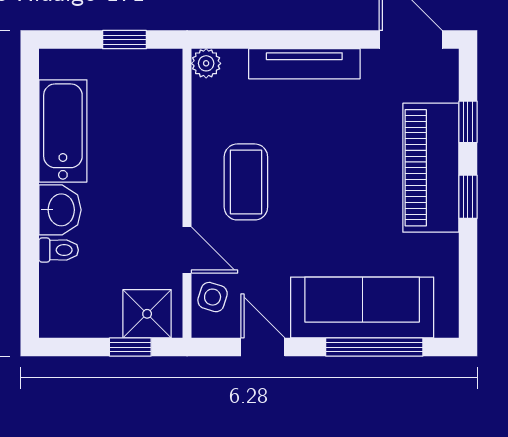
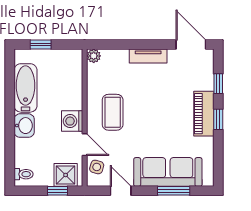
window: (124, 40) -> (41, 45), moved
tv unit: (304, 64) -> (148, 56), width x0.71
piano: (431, 168) -> (204, 114), width x0.73, depth x0.75
washing machine: (161, 201) -> (72, 121), added
toilet: (59, 250) -> (23, 174), moved
window: (374, 347) -> (174, 191), width x0.69

